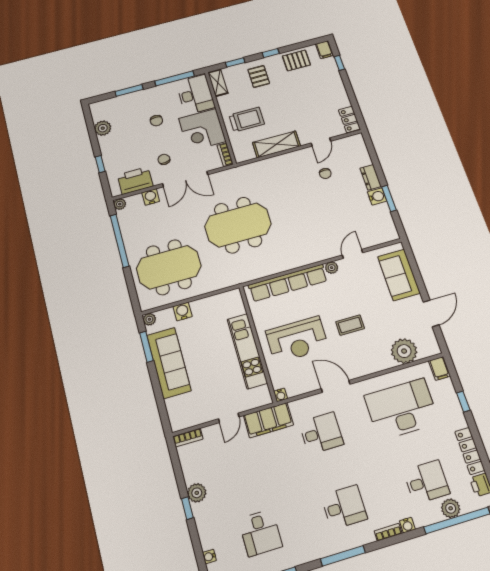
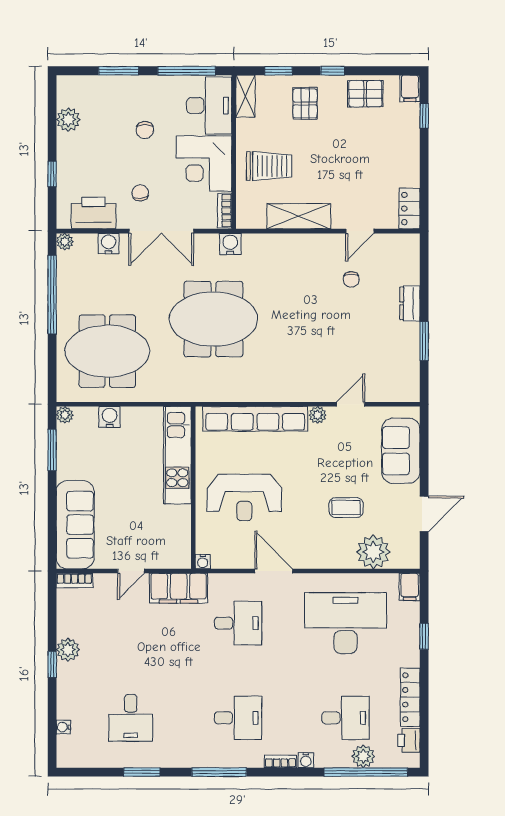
water cooler: (377, 196) -> (230, 244), moved, turned -90
coffee table: (350, 325) -> (346, 508), moved
kitchen unit: (247, 351) -> (177, 455), moved
sofa: (169, 363) -> (75, 525), moved

